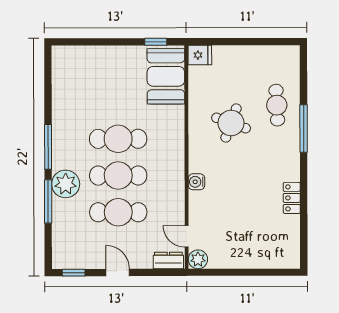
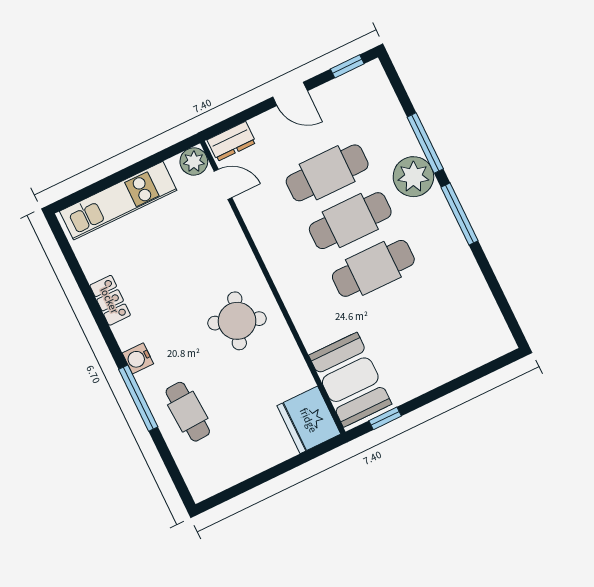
fridge: (200, 55) -> (309, 420), width x1.88, depth x1.34
round table: (231, 123) -> (237, 321), moved
water cooler: (196, 182) -> (138, 358), moved, turned 180
kitchen unit: (257, 258) -> (118, 201), added

